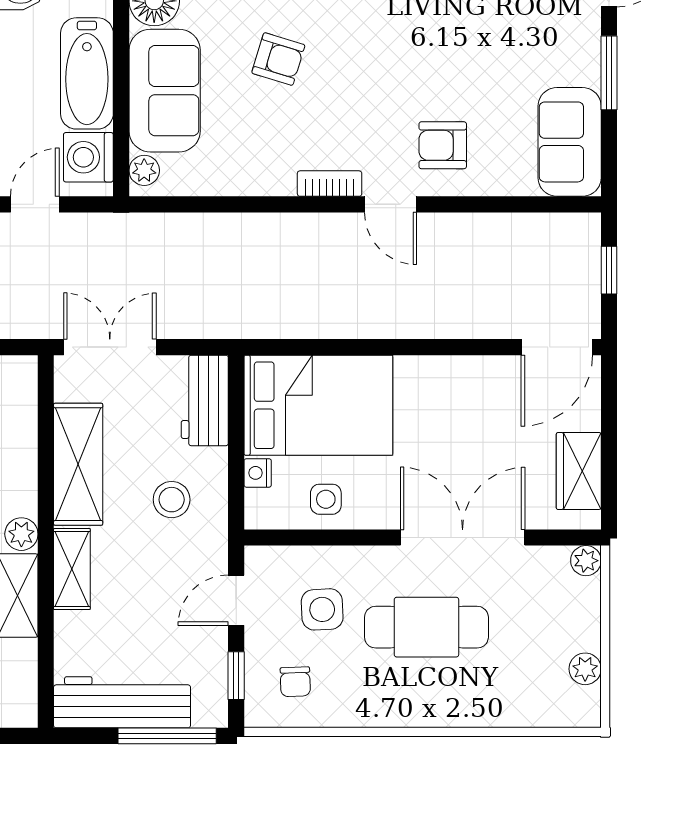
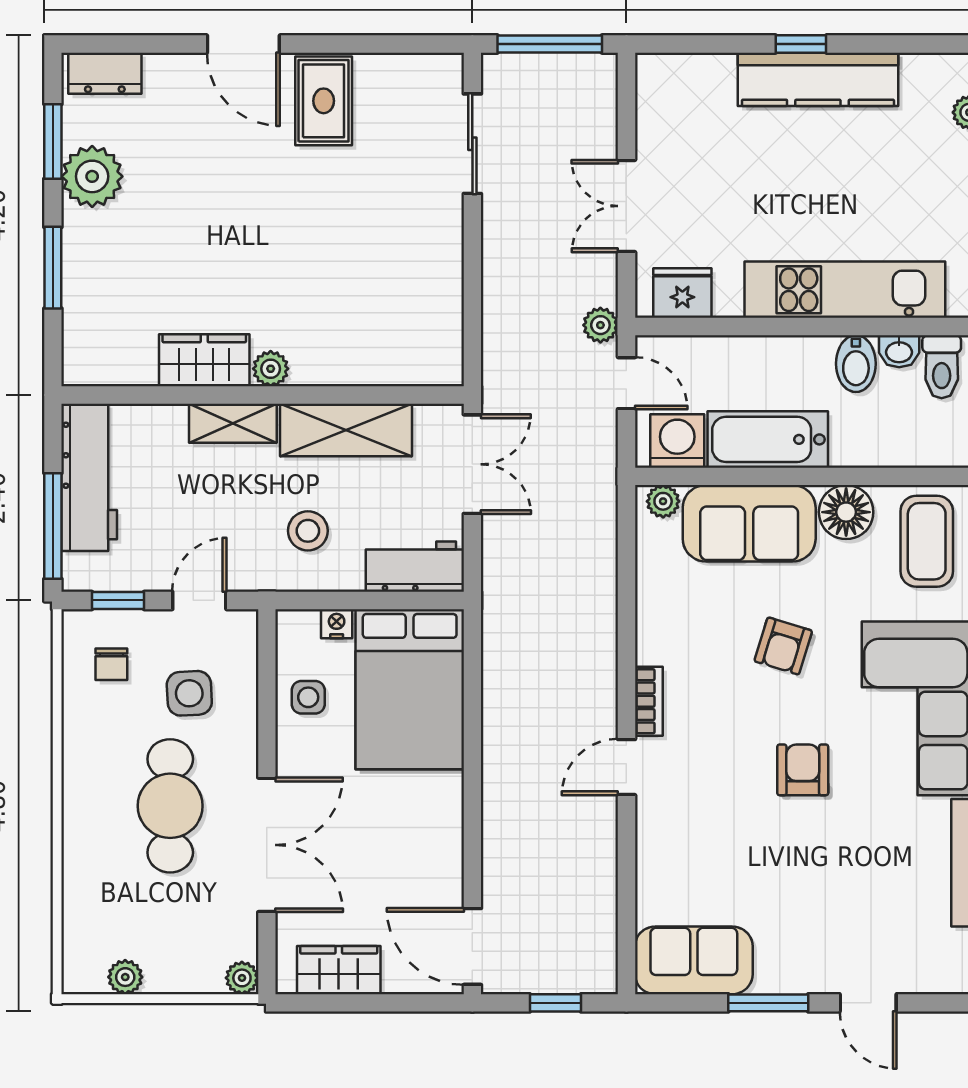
armchair: (443, 145) -> (803, 770), moved
door: (236, 600) -> (199, 600), hinge flipped
chair: (295, 682) -> (111, 664), turned -88

